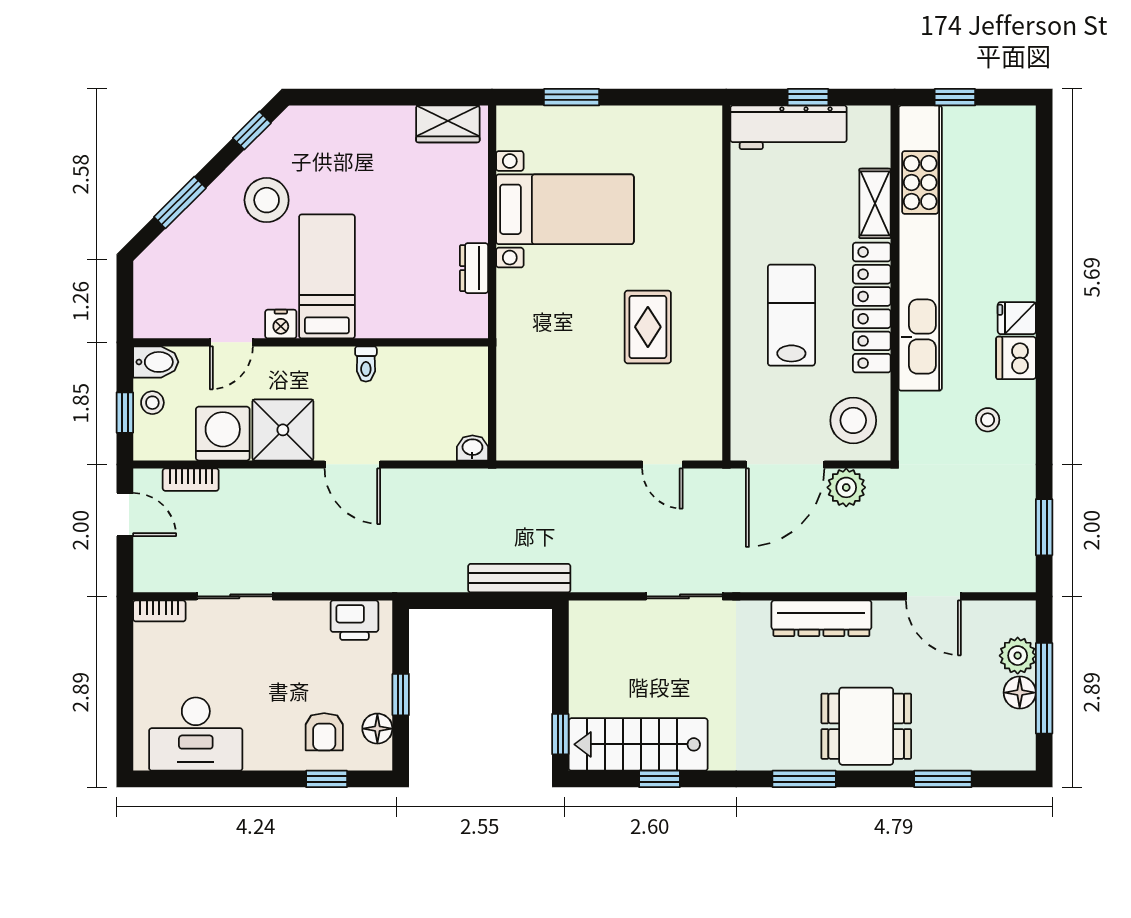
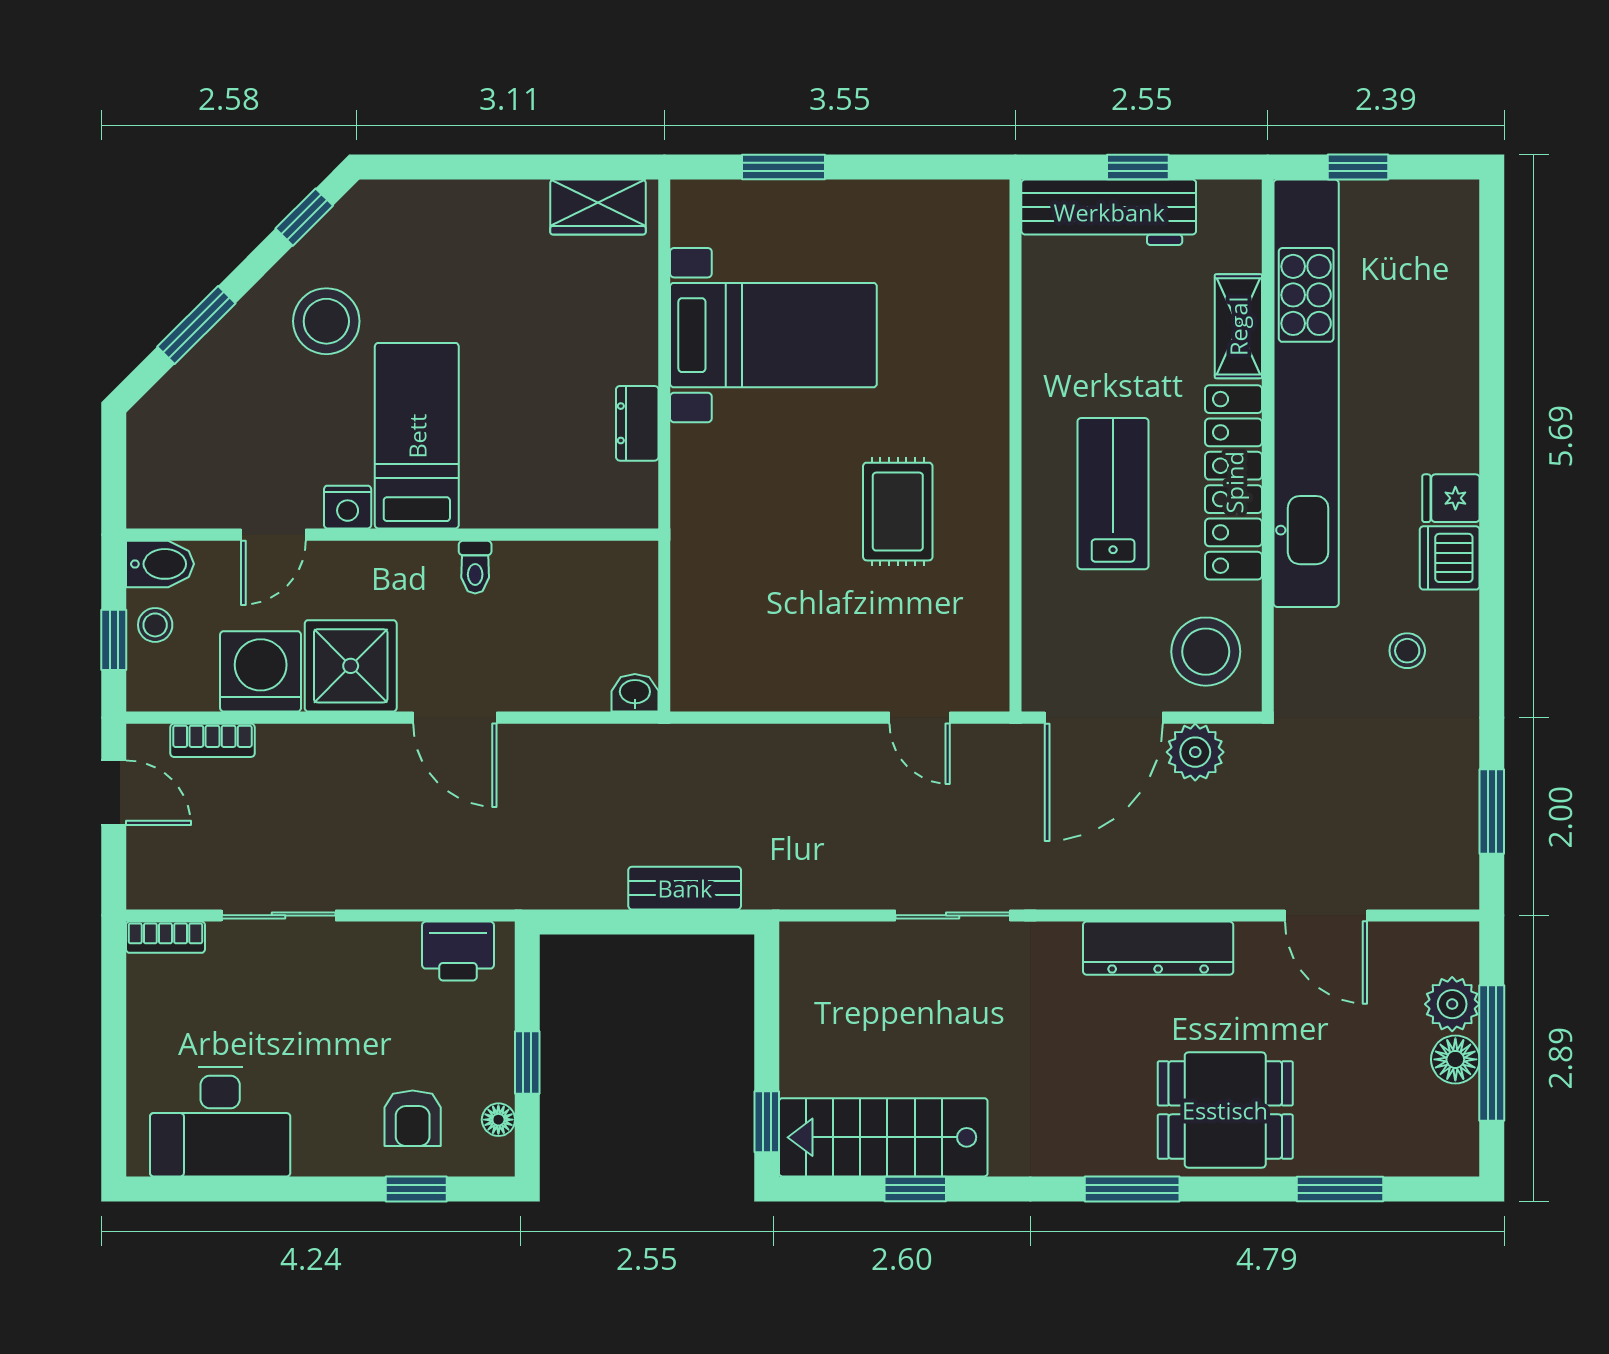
bench: (519, 578) -> (685, 888), width x0.73
floor lamp: (377, 729) -> (498, 1120), width x0.73, depth x0.73

